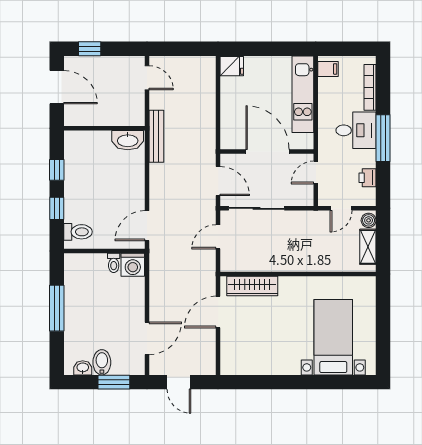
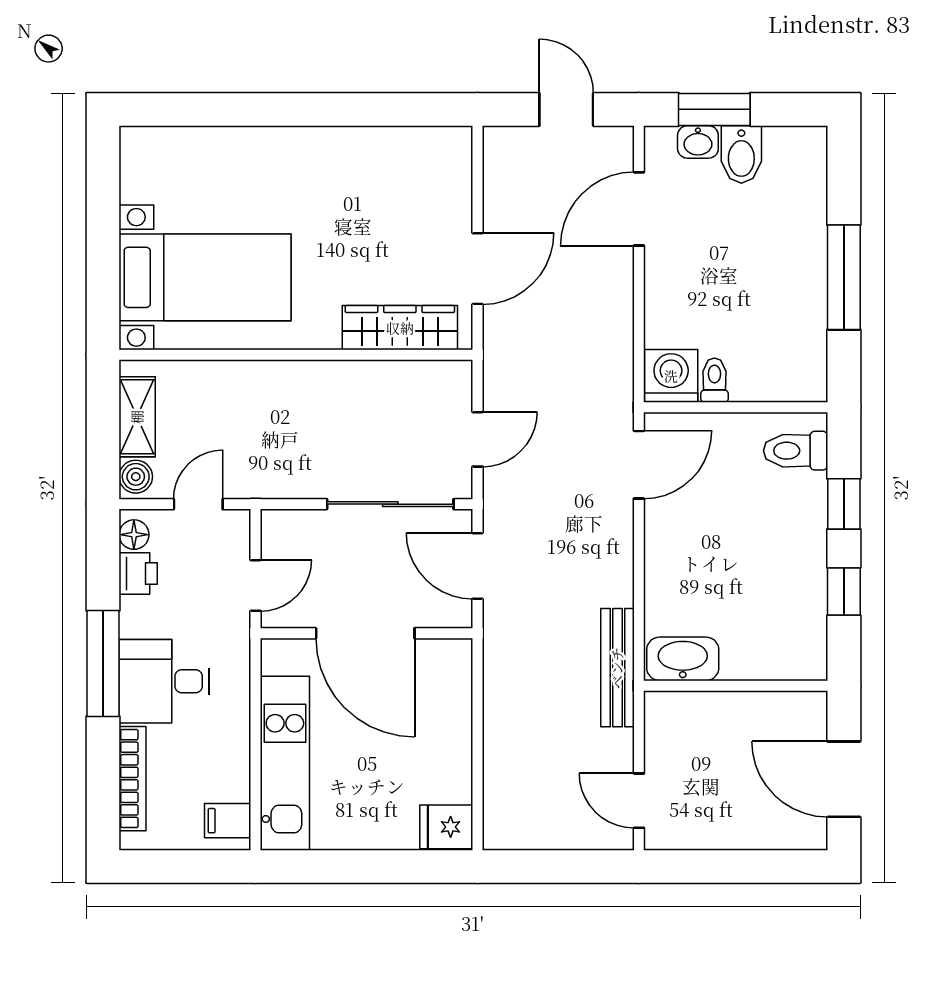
window: (90, 49) -> (769, 866), removed
floor lamp: (369, 195) -> (134, 535), added
bed with nightstands: (333, 337) -> (205, 277), moved, turned -90
washbasin: (83, 368) -> (698, 142), moved

